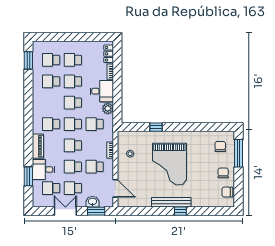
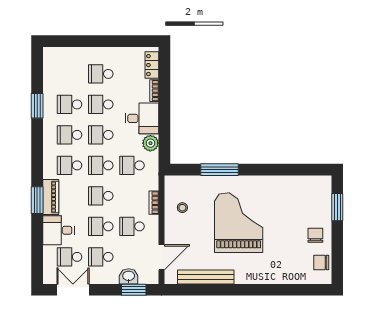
window: (28, 60) -> (37, 106), moved
school desk: (51, 60) -> (70, 135), moved
window: (156, 127) -> (220, 170), width x2.17
chair: (220, 147) -> (311, 197), removed
window: (238, 153) -> (337, 207), width x0.69
grand piano: (169, 164) -> (239, 223), turned 180
window: (28, 176) -> (37, 200), moved
door: (115, 188) -> (161, 257), hinge flipped
bench: (171, 202) -> (206, 277), moved
double door: (65, 211) -> (73, 290), moved
window: (180, 211) -> (254, 290), removed

